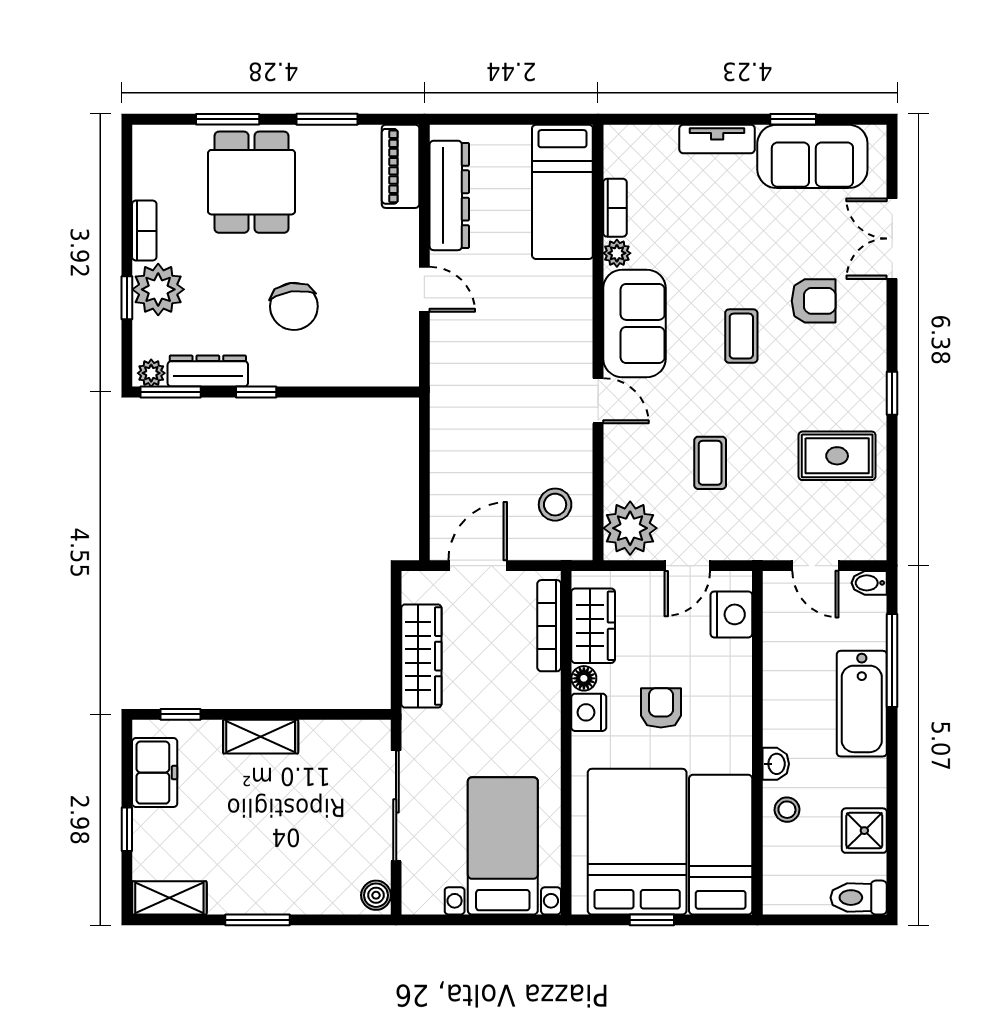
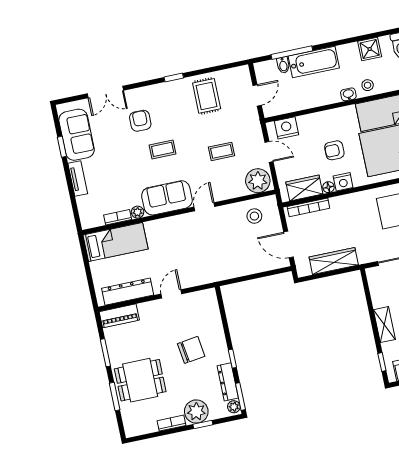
bidet: (869, 583) -> (283, 65), moved

